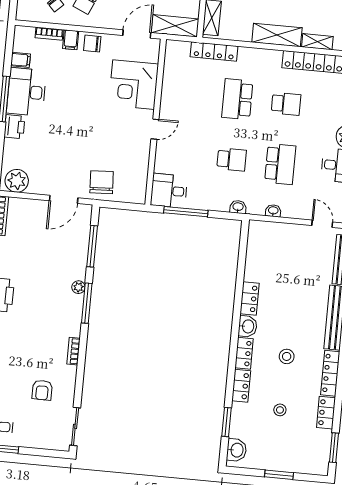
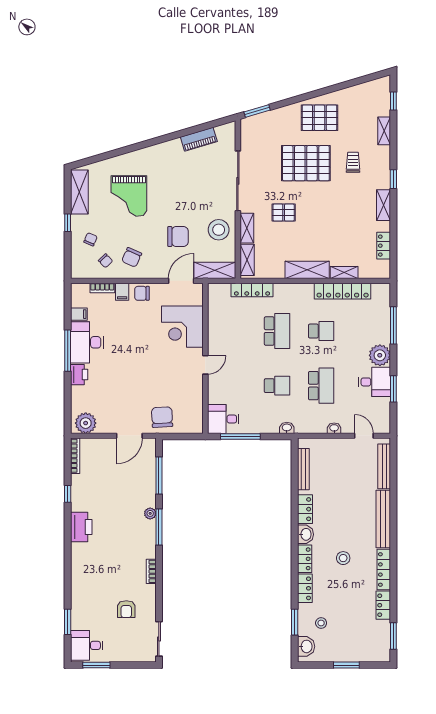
school desk: (237, 99) -> (277, 331), turned 180
washbasin: (273, 211) -> (334, 428), moved
bench: (252, 254) -> (303, 469), added
stool: (280, 410) -> (321, 623), moved

